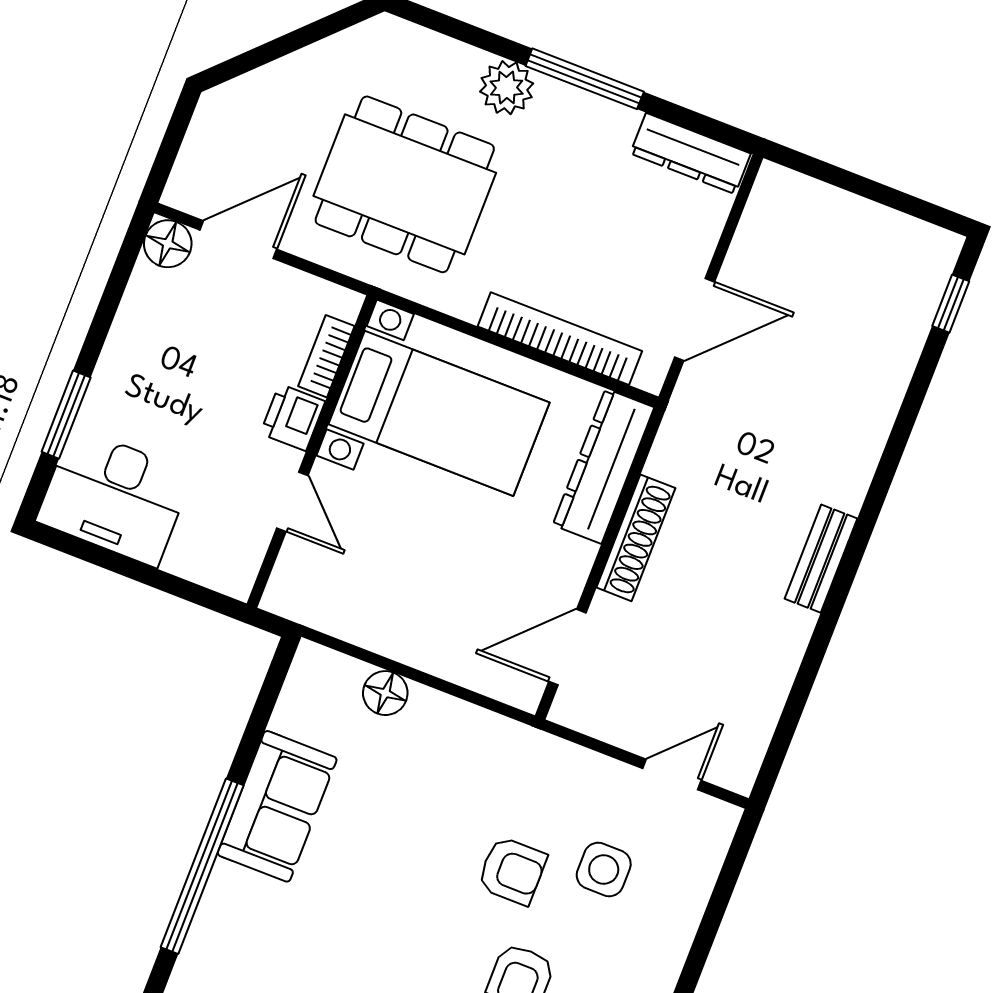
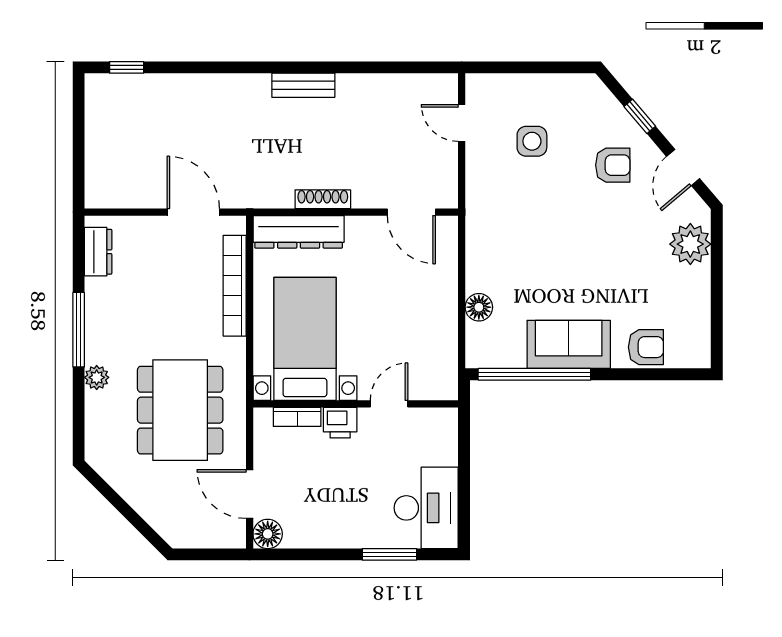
plant: (507, 88) -> (97, 377), width x0.73, depth x0.73
dresser: (690, 153) -> (98, 252), width x0.70
shoe rack: (636, 538) -> (323, 199), width x0.74, depth x0.81
window: (202, 866) -> (534, 374), moved
armchair: (512, 871) -> (646, 347), moved, turned 90

